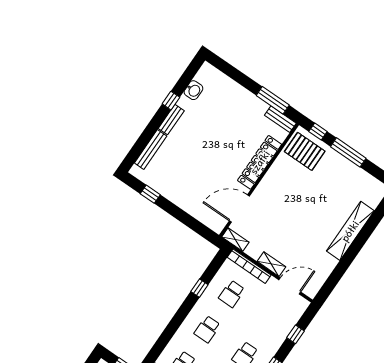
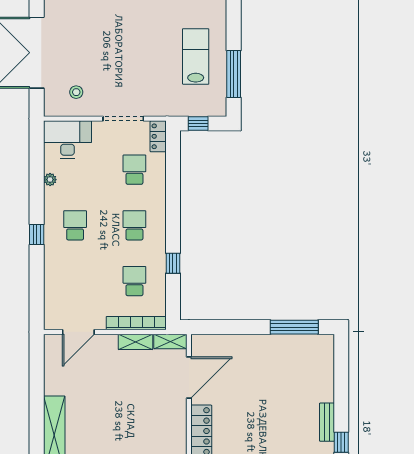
bench: (151, 149) -> (327, 375), removed
window: (150, 194) -> (294, 327), width x2.17
shelving: (271, 264) -> (135, 342), moved
window: (296, 334) -> (37, 285), removed

